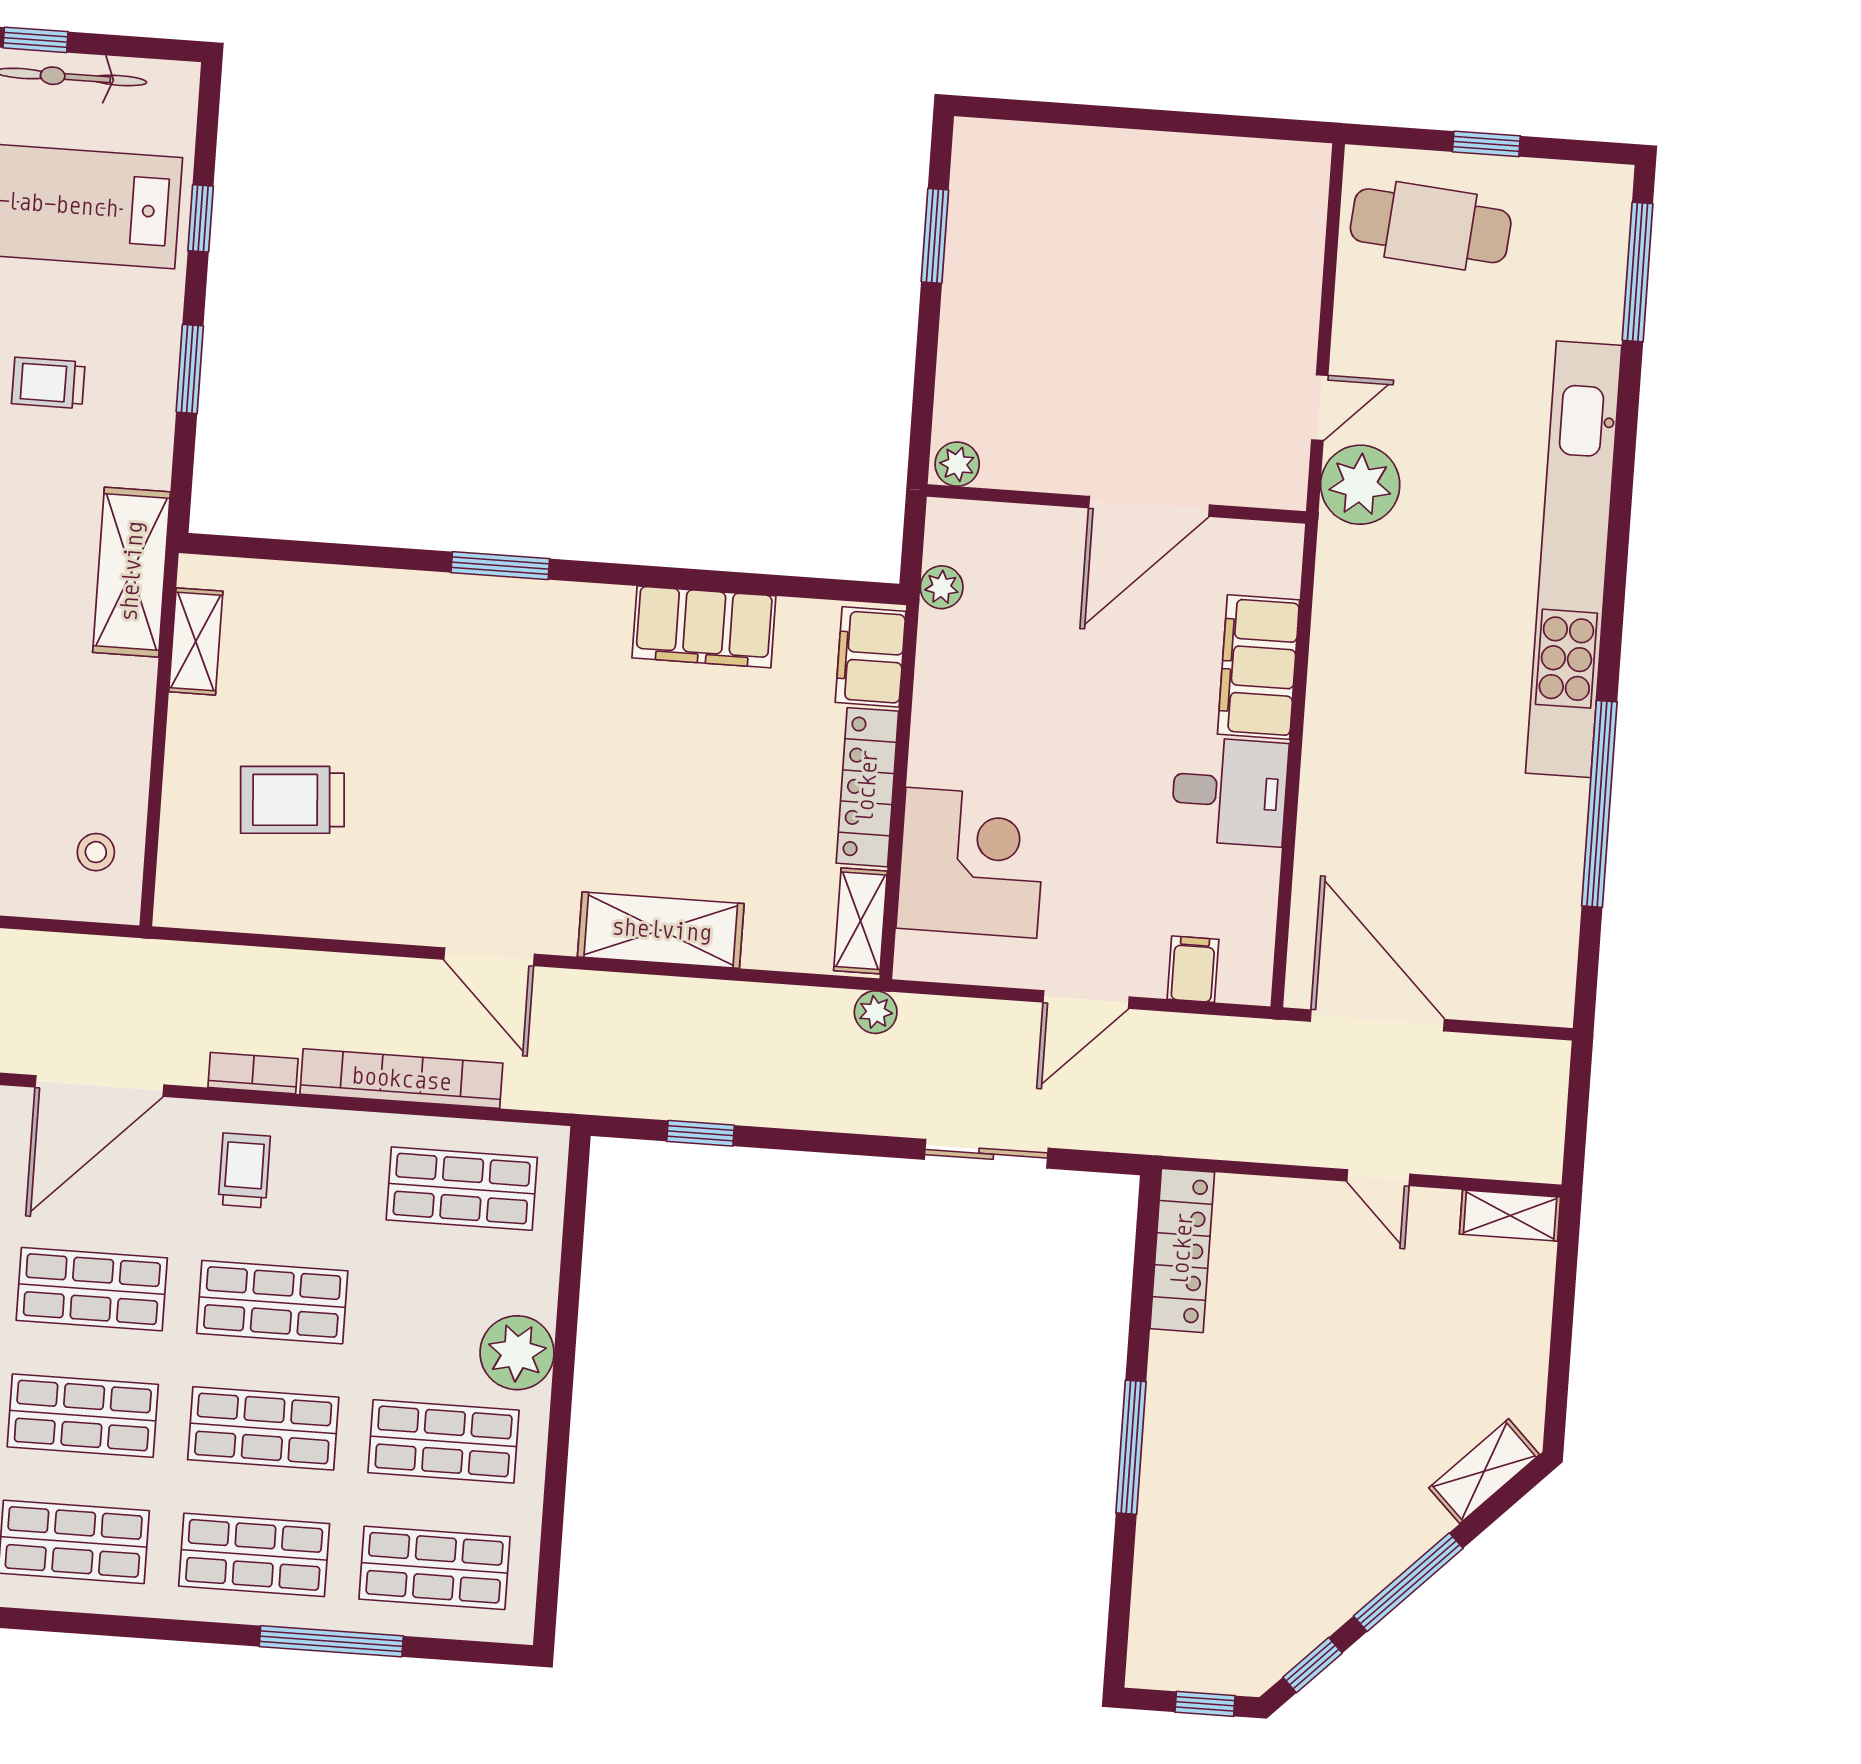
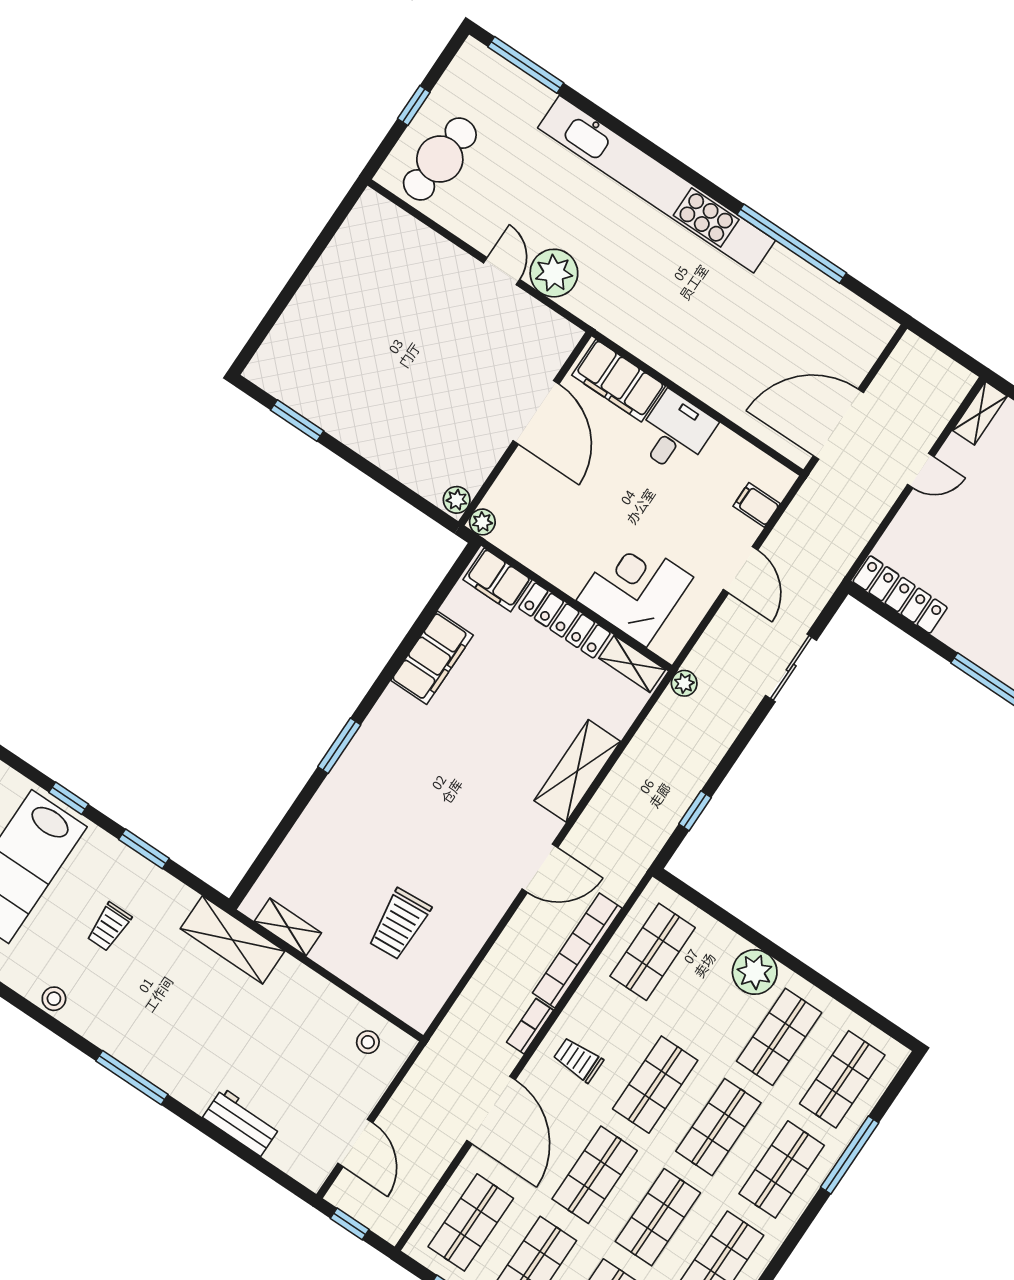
plant: (957, 464) -> (457, 500), moved
wall: (1116, 504) -> (525, 429), moved
door: (1149, 506) -> (536, 412), moved

